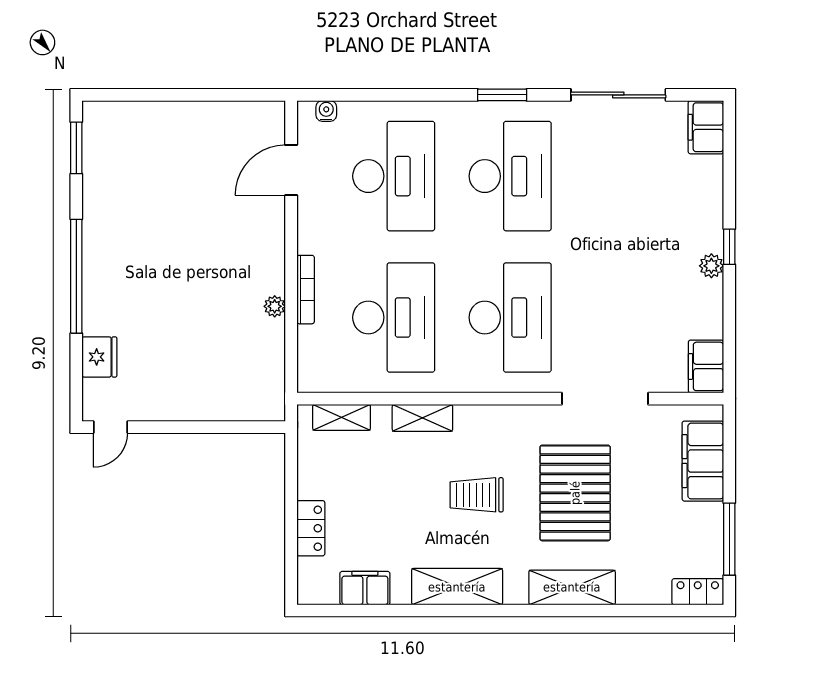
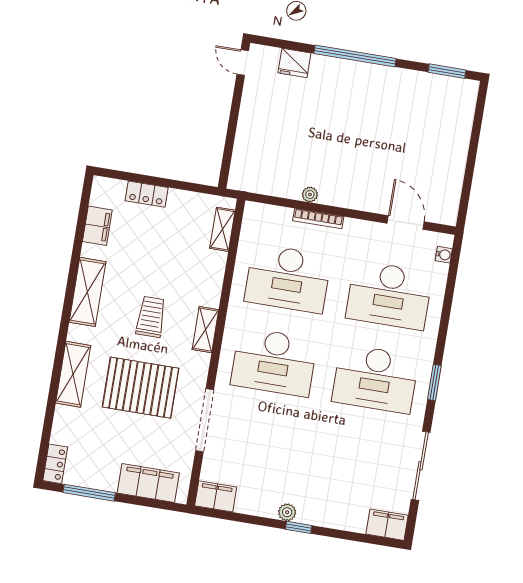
shelving: (422, 418) -> (205, 330), moved

